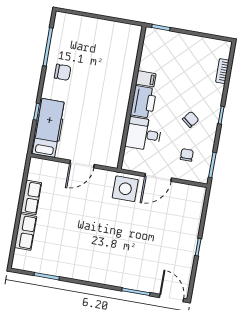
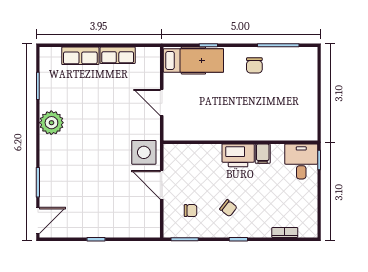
desk: (144, 134) -> (301, 161), moved
plant: (83, 270) -> (51, 123), added

